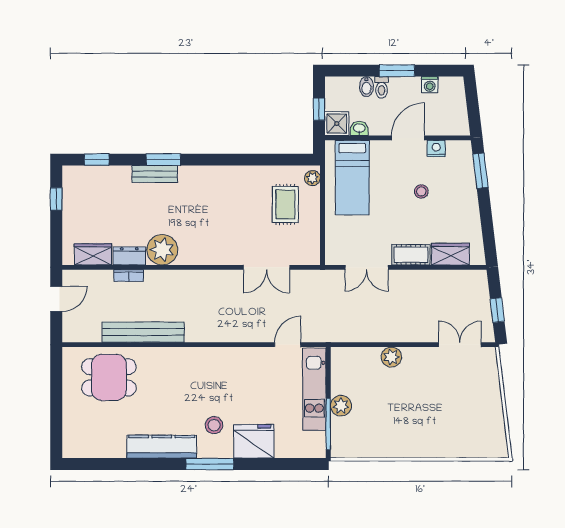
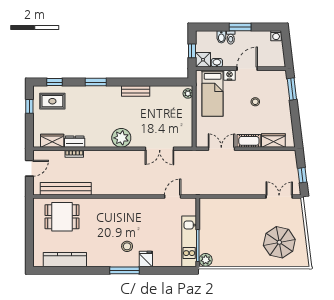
washing machine: (430, 85) -> (276, 36), moved
nightstand: (436, 148) -> (229, 75), moved
bench: (155, 174) -> (136, 91), moved
rug: (285, 204) -> (52, 101), moved, turned 90
plant: (162, 250) -> (121, 138), moved
double door: (367, 267) -> (221, 149), swing flipped
bench: (143, 332) -> (66, 189), moved
plant: (391, 357) -> (237, 204), removed
kitchen unit: (314, 389) -> (189, 241), moved
plant: (341, 406) -> (206, 260), moved
parasol: (460, 419) -> (279, 242), added
fridge: (254, 441) -> (146, 259), width x0.53, depth x0.75
kitchen counter: (162, 447) -> (65, 260), moved

